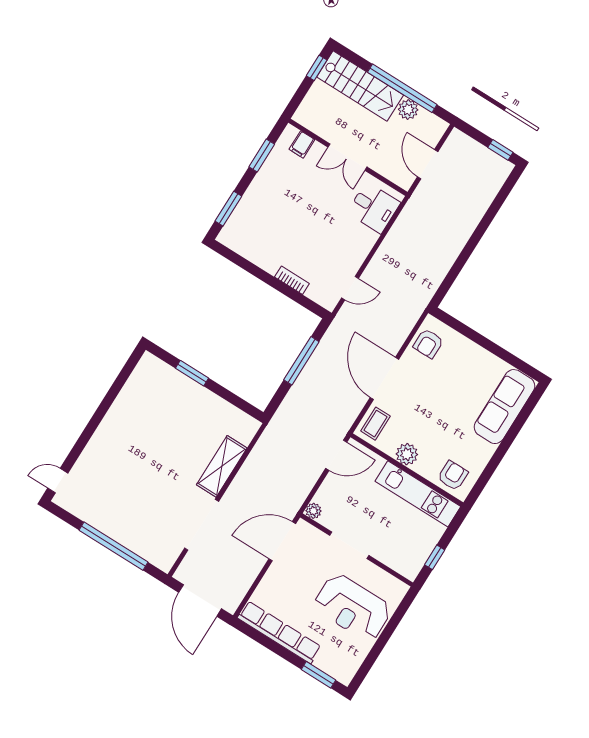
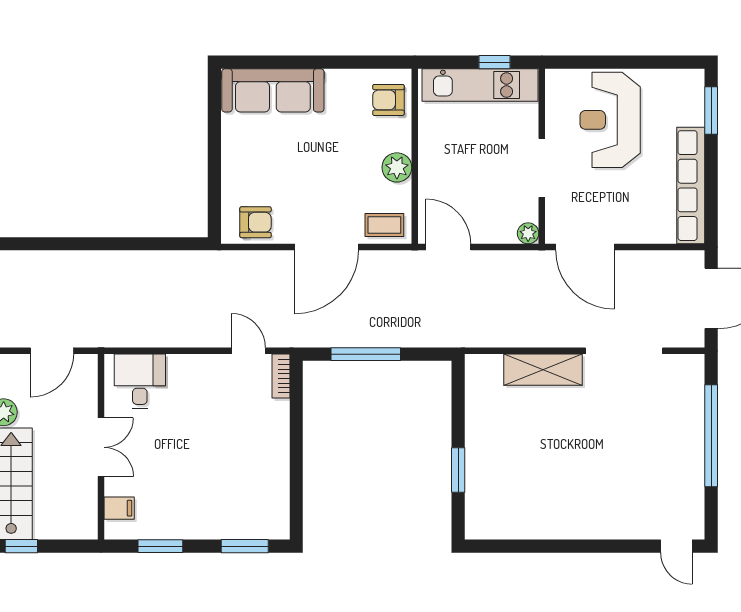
bookcase: (292, 280) -> (281, 376), moved
kitchen unit: (418, 494) -> (480, 85), moved, turned 90
reception desk: (353, 607) -> (610, 120), turned 180

